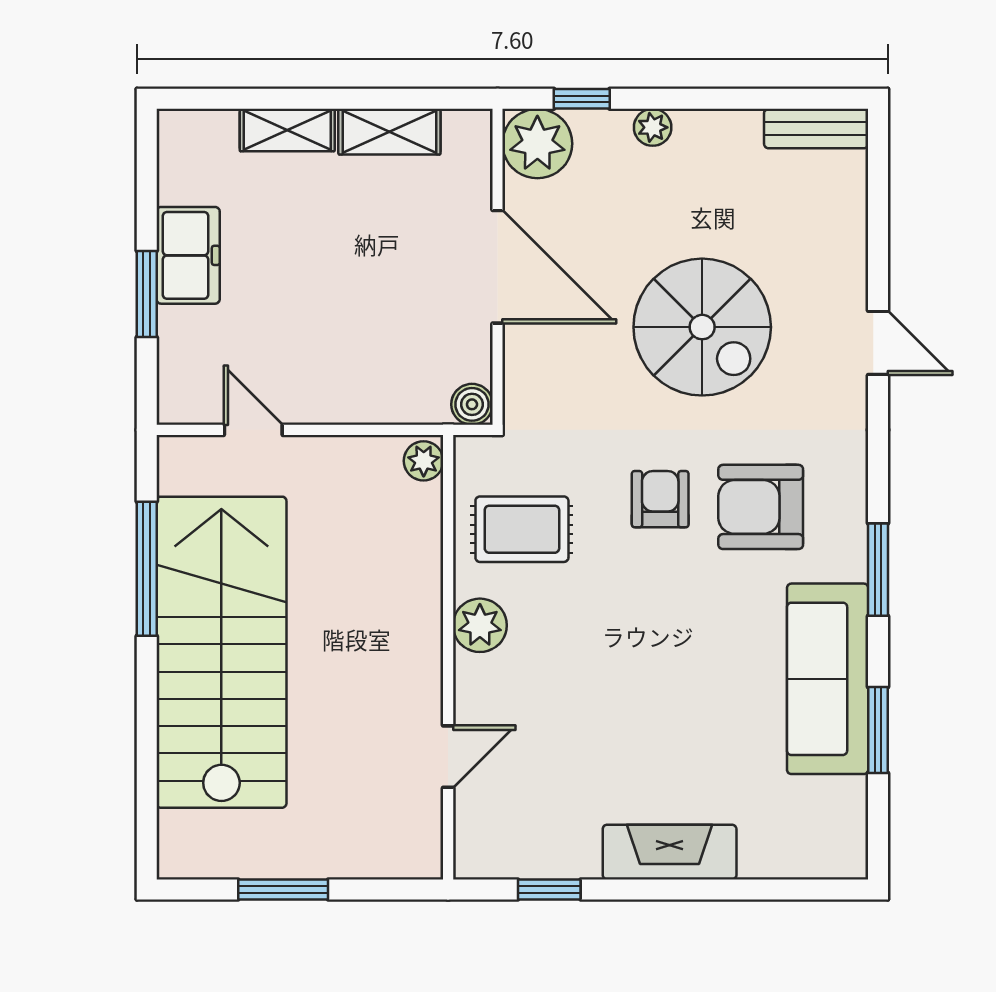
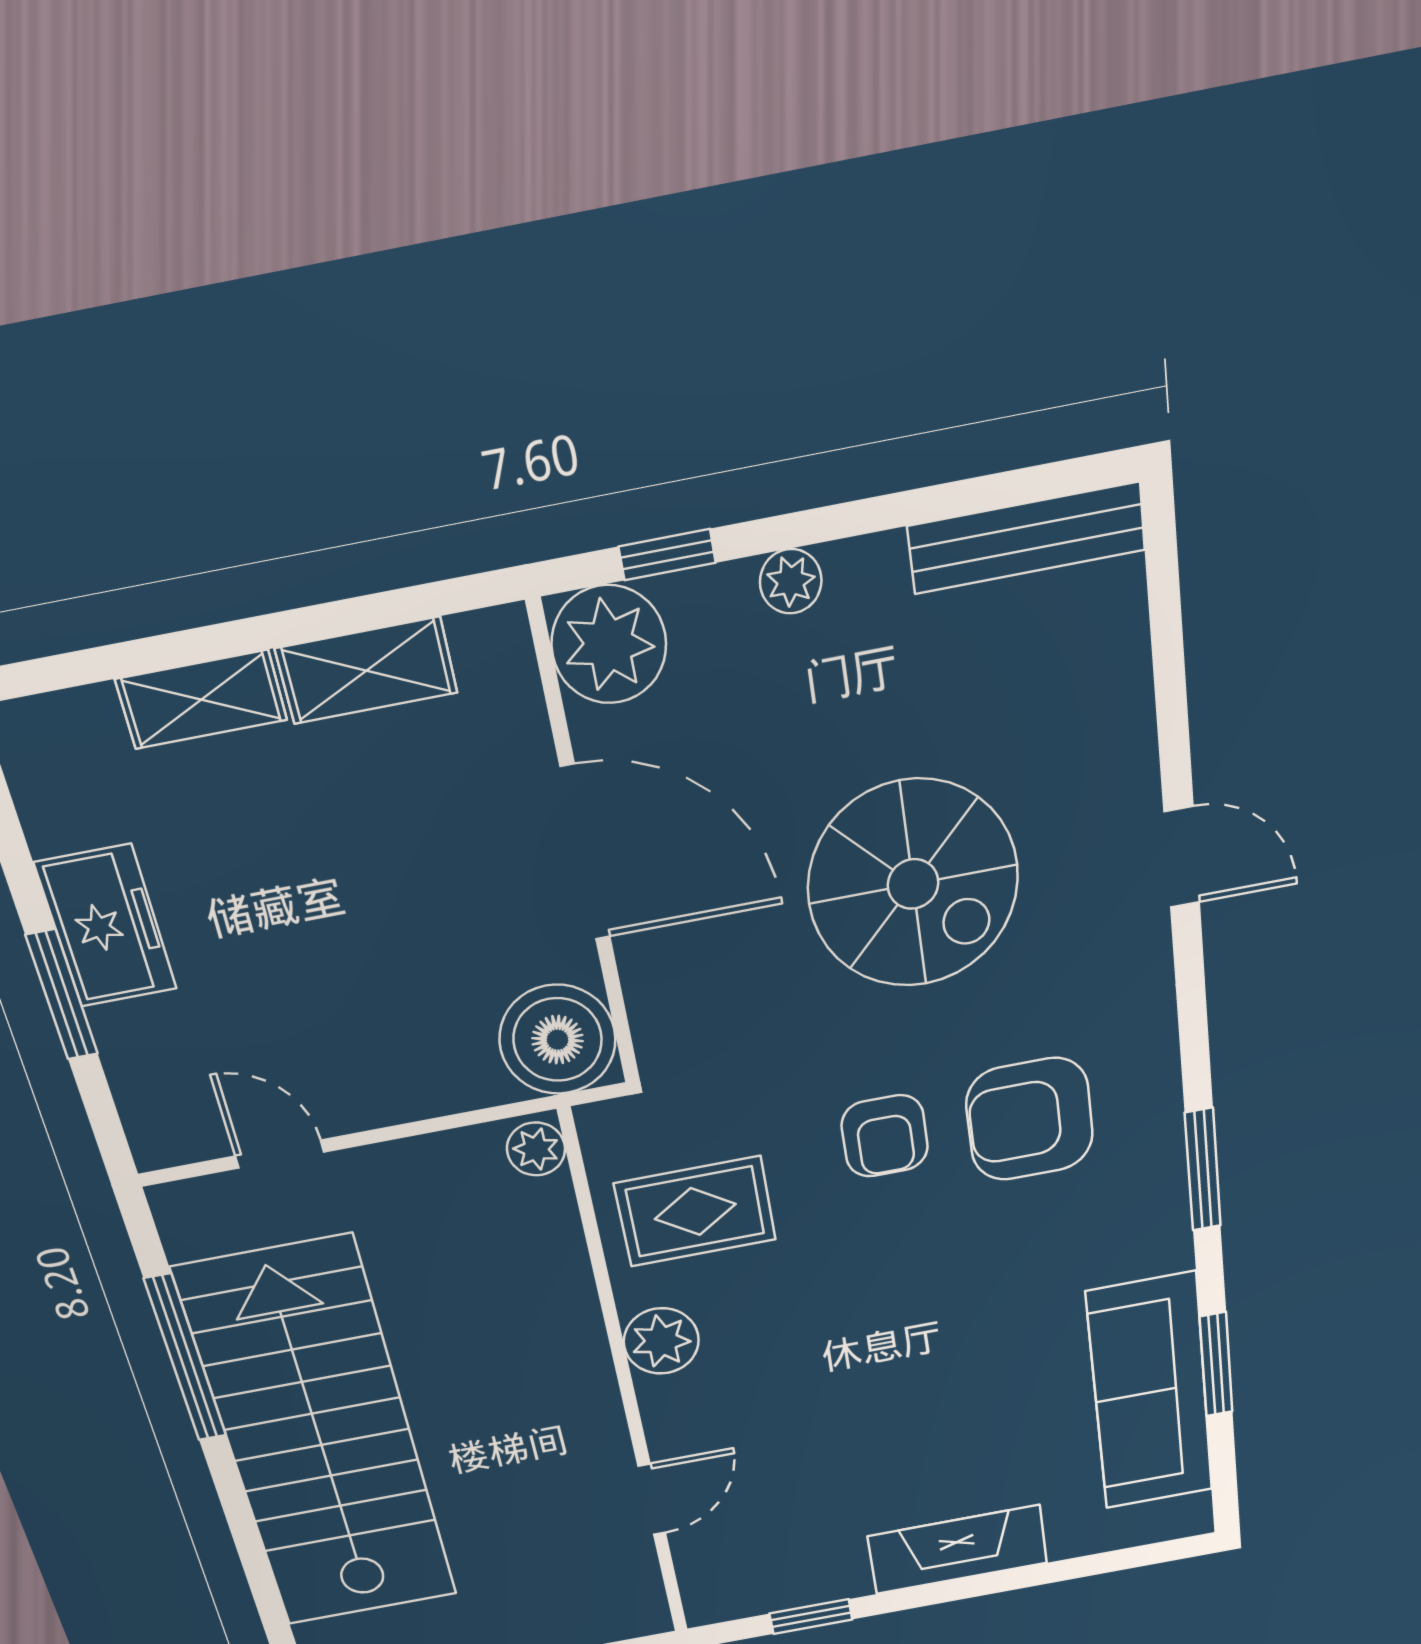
bench: (816, 129) -> (1027, 538), width x1.36
boiler: (472, 404) -> (558, 1040), width x1.86, depth x1.86
armchair: (660, 499) -> (885, 1136), turned 180
sofa: (828, 679) -> (1150, 1393), moved

